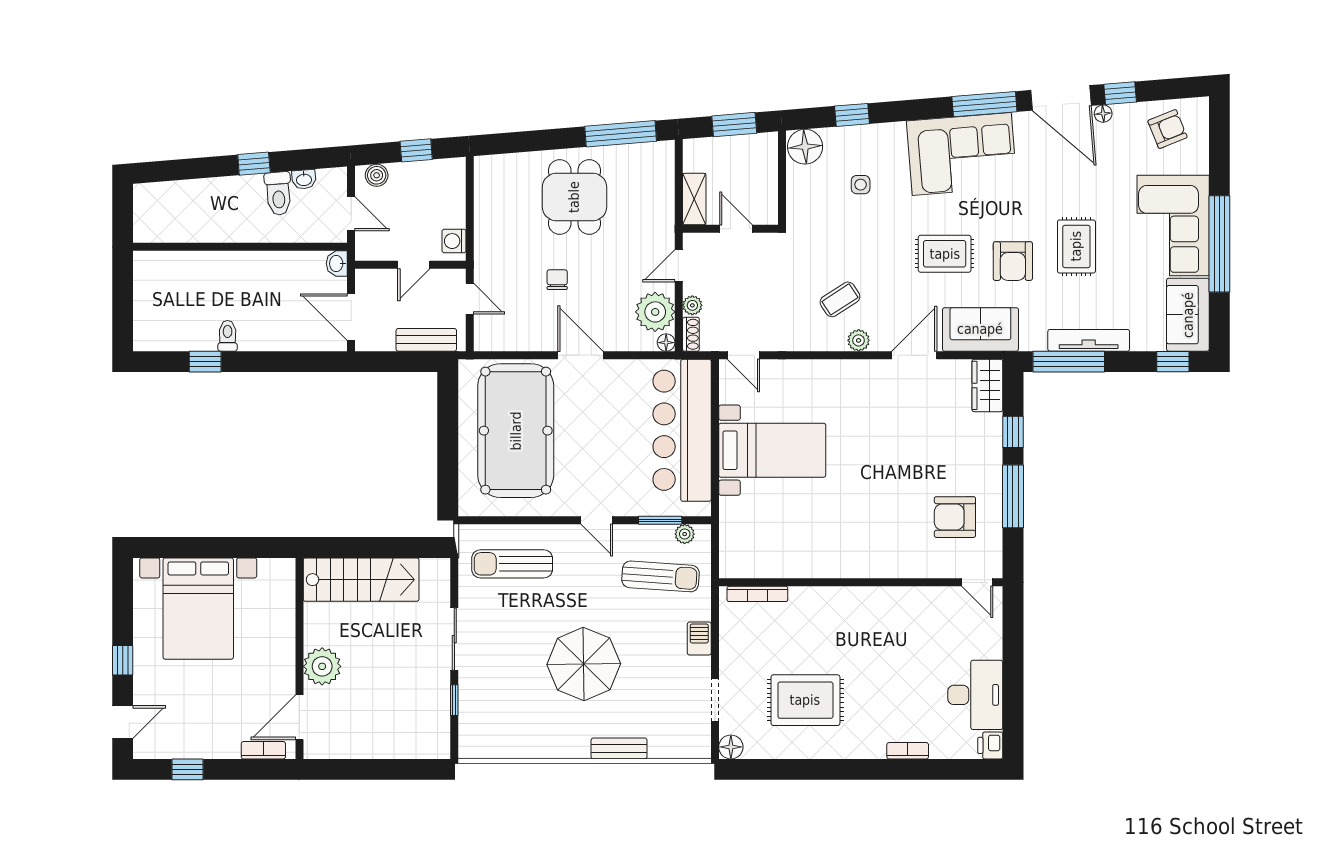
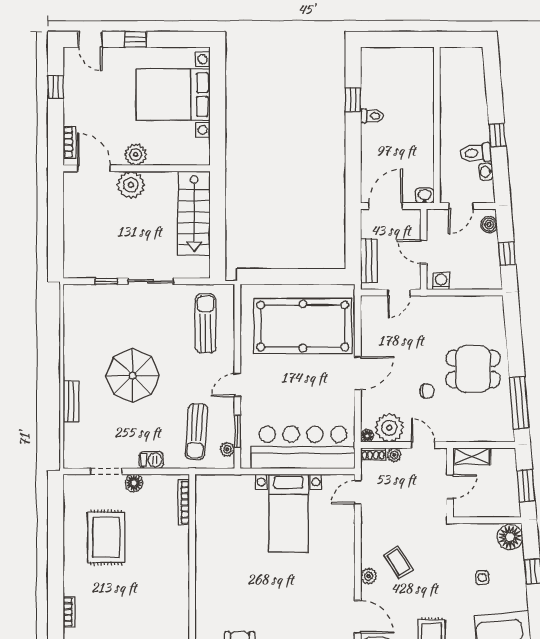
chair: (557, 280) -> (427, 391), moved
plant: (281, 660) -> (136, 155), added
floor lamp: (731, 747) -> (134, 483), moved

